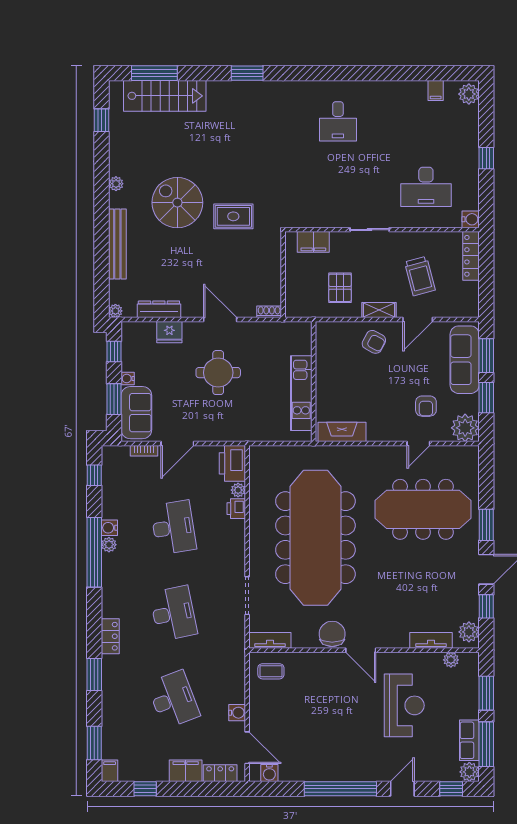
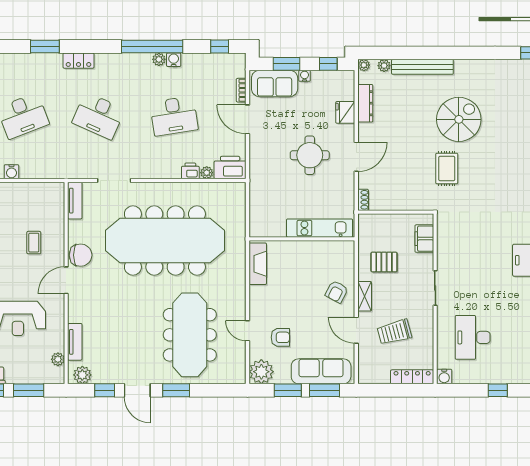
plant: (116, 184) -> (384, 66), moved
kitchen unit: (301, 393) -> (320, 228), moved
armchair: (426, 406) -> (280, 337), turned 180
desk: (173, 613) -> (98, 116), turned 36
coffee table: (271, 671) -> (34, 243), moved

